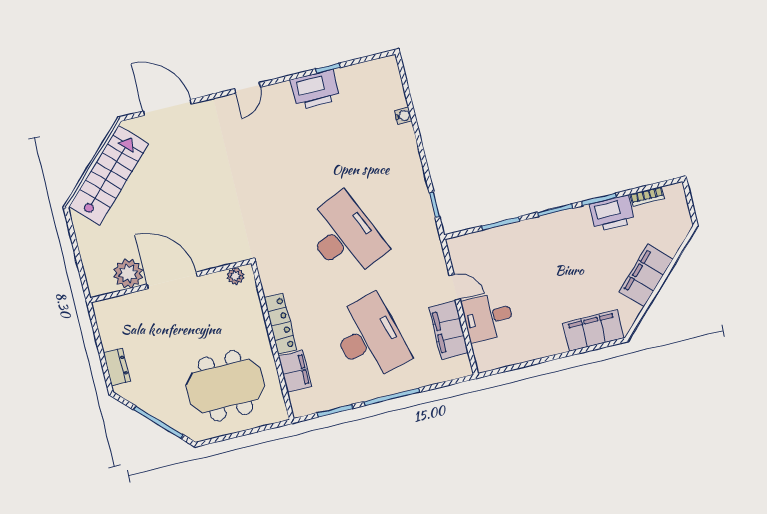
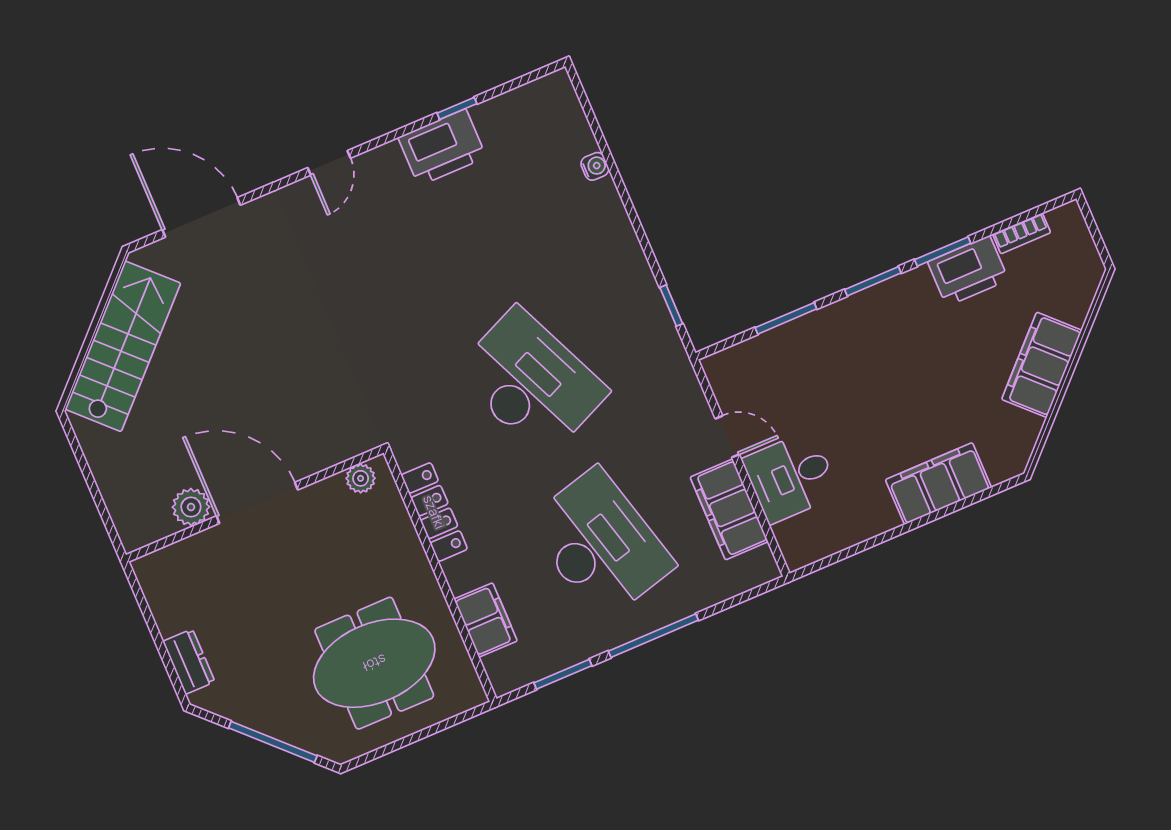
plant: (128, 273) -> (191, 507), width x0.73, depth x0.73
locker: (280, 324) -> (434, 512), moved
filing cabinet: (593, 331) -> (938, 484), moved

